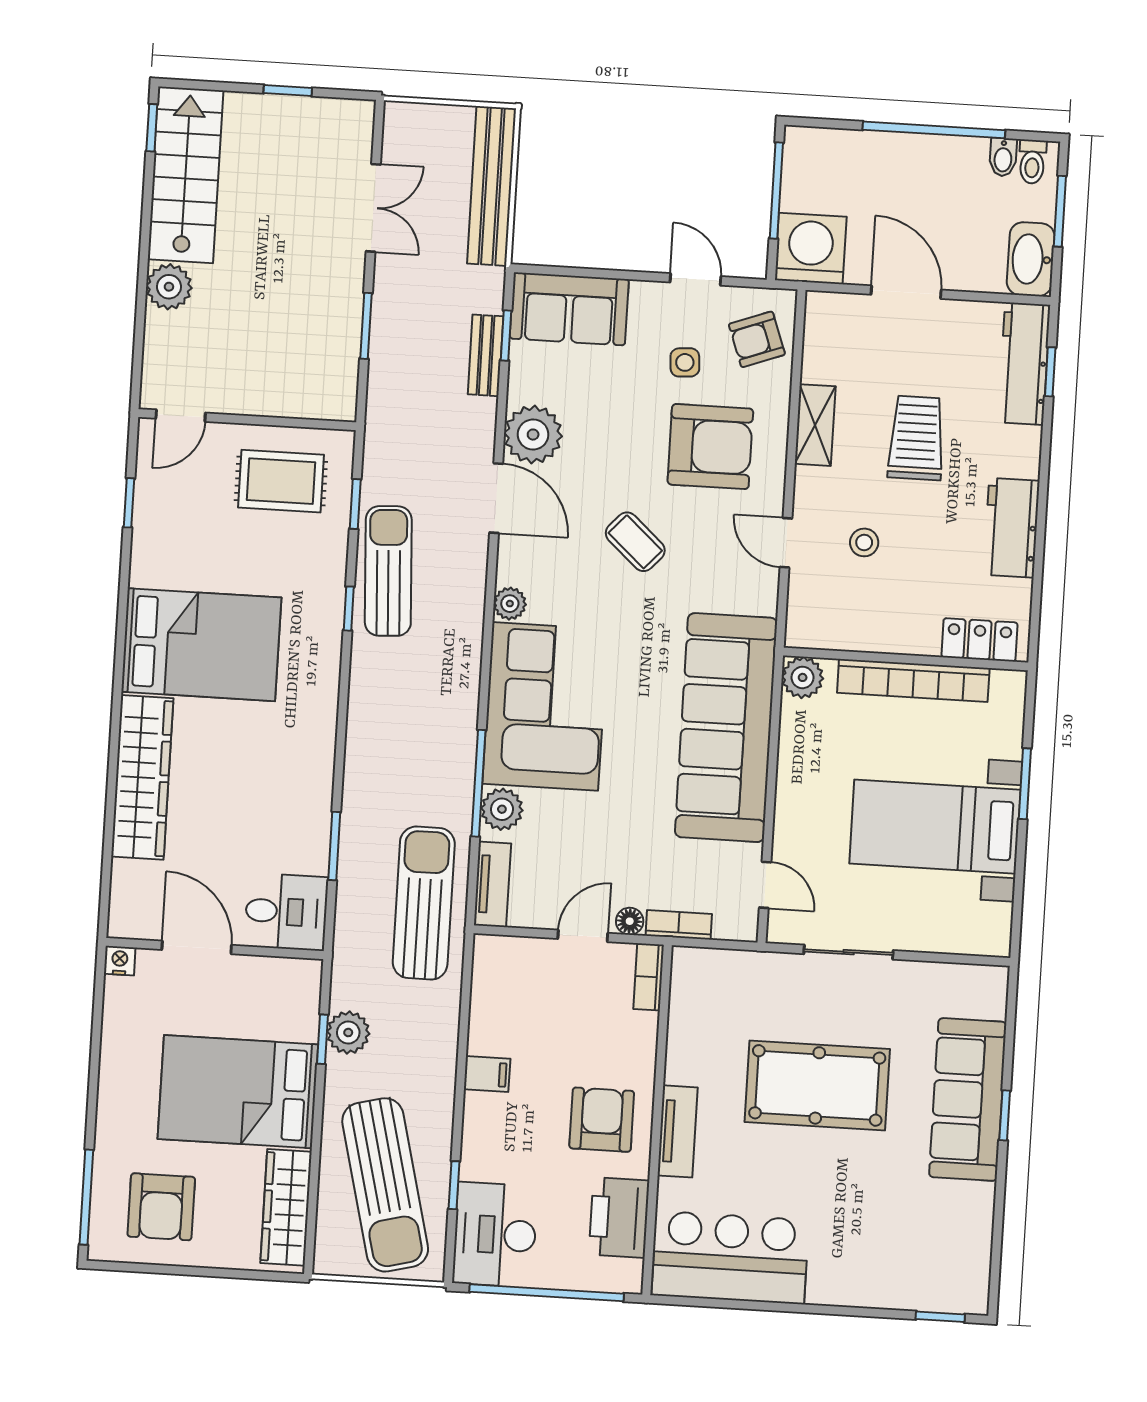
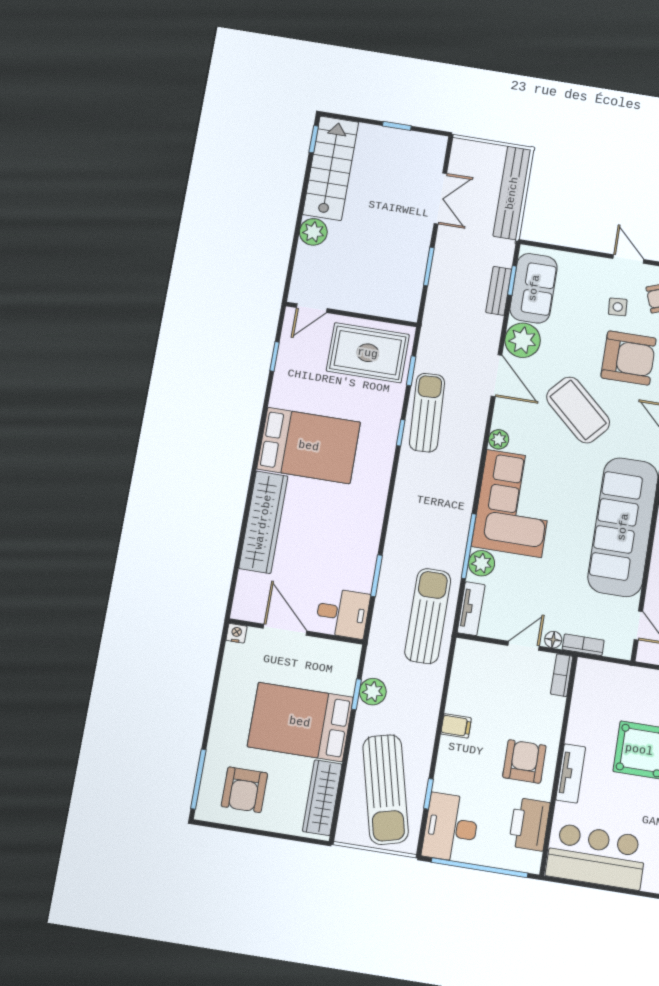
sofa: (569, 309) -> (534, 288), moved, turned -90
rug: (281, 481) -> (368, 353), width x1.36, depth x1.43
coffee table: (635, 542) -> (578, 410), width x1.86, depth x1.72

